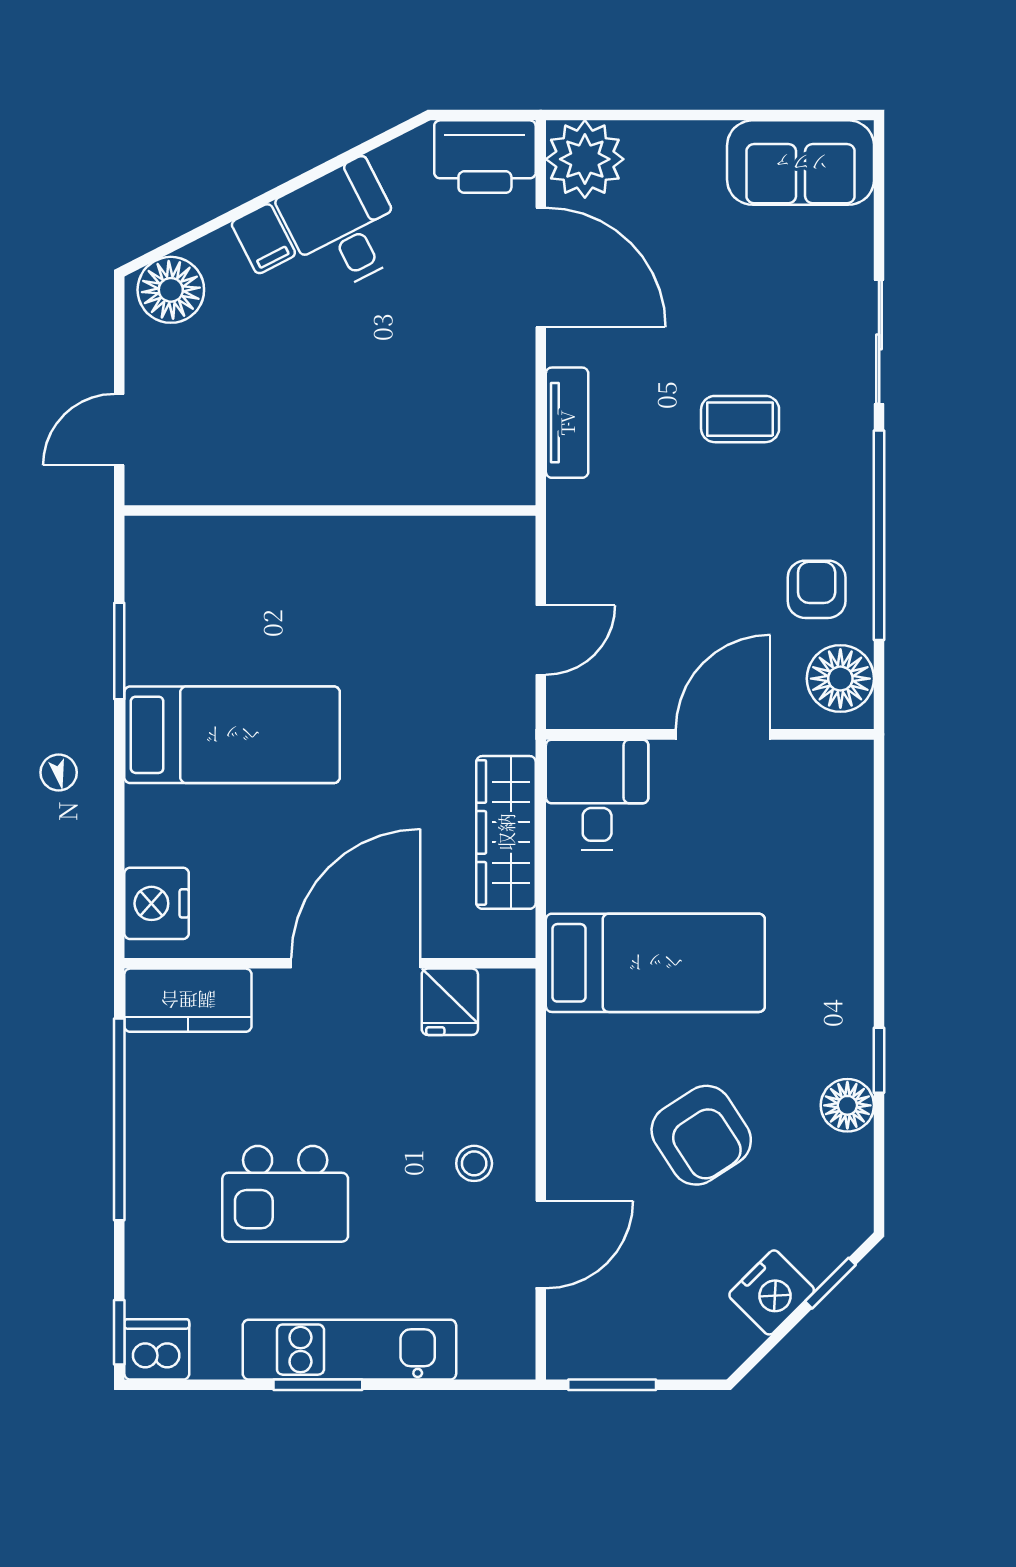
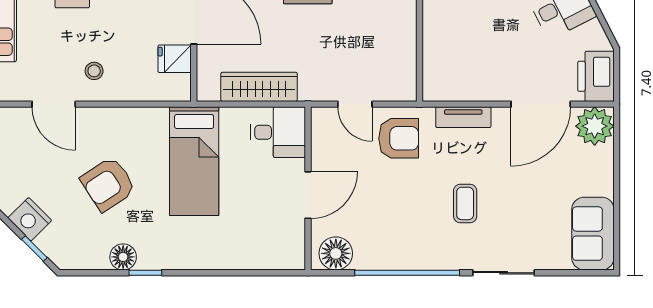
armchair: (817, 589) -> (399, 138), moved, width x1.38, depth x1.38
door: (723, 734) -> (308, 195), hinge flipped

